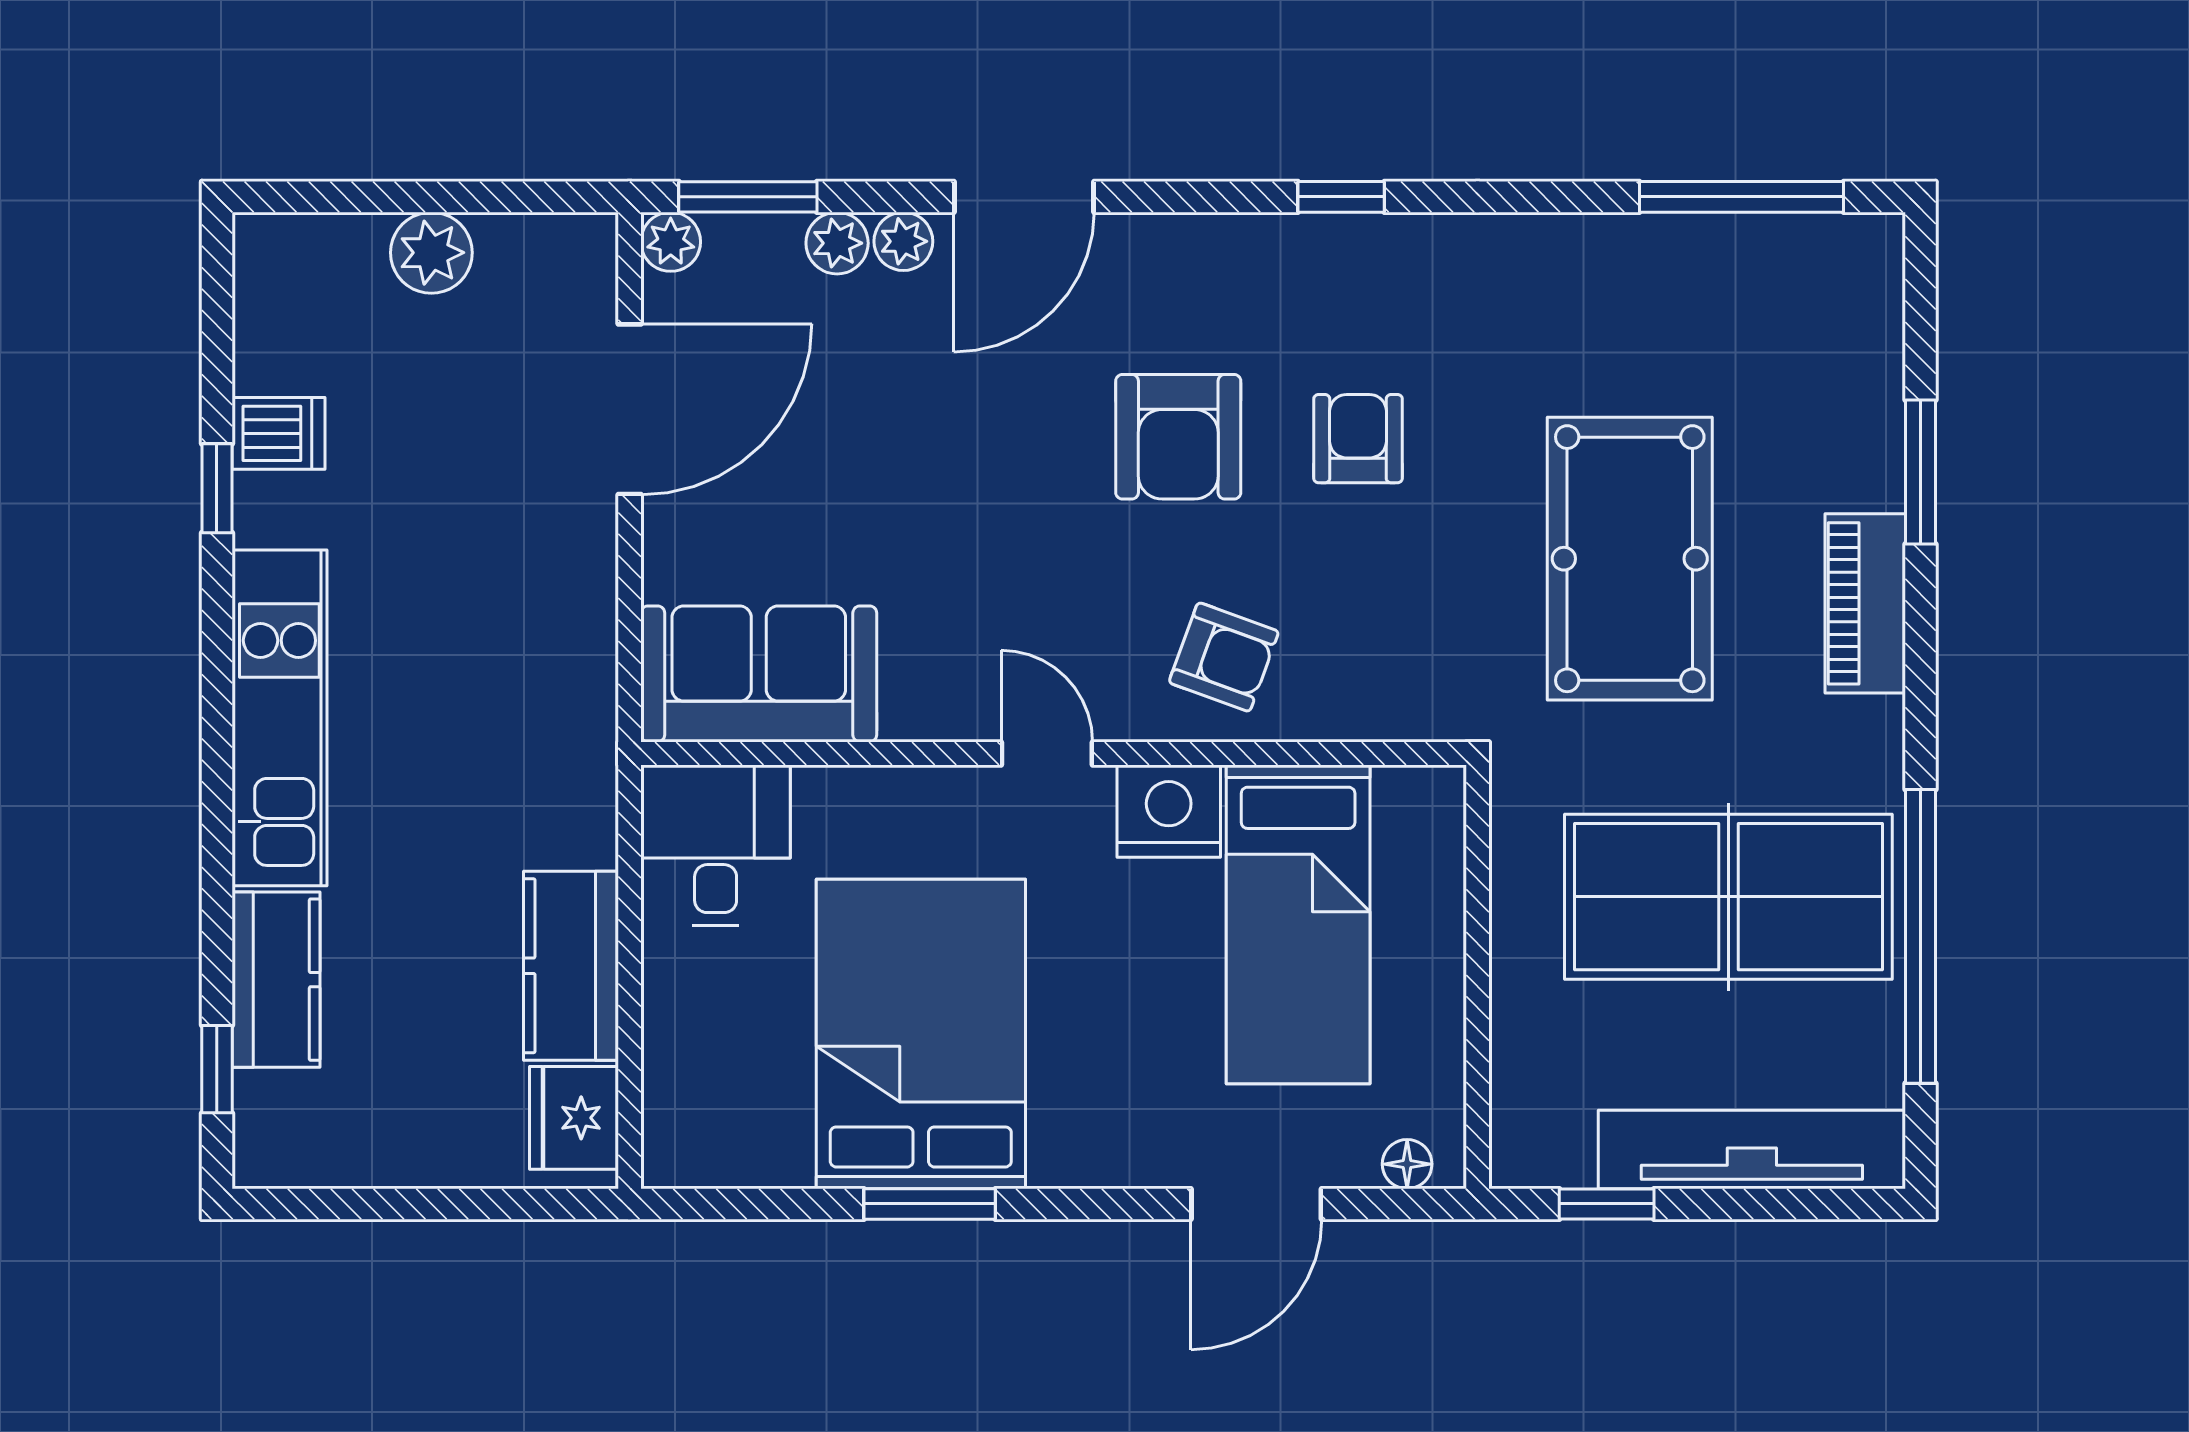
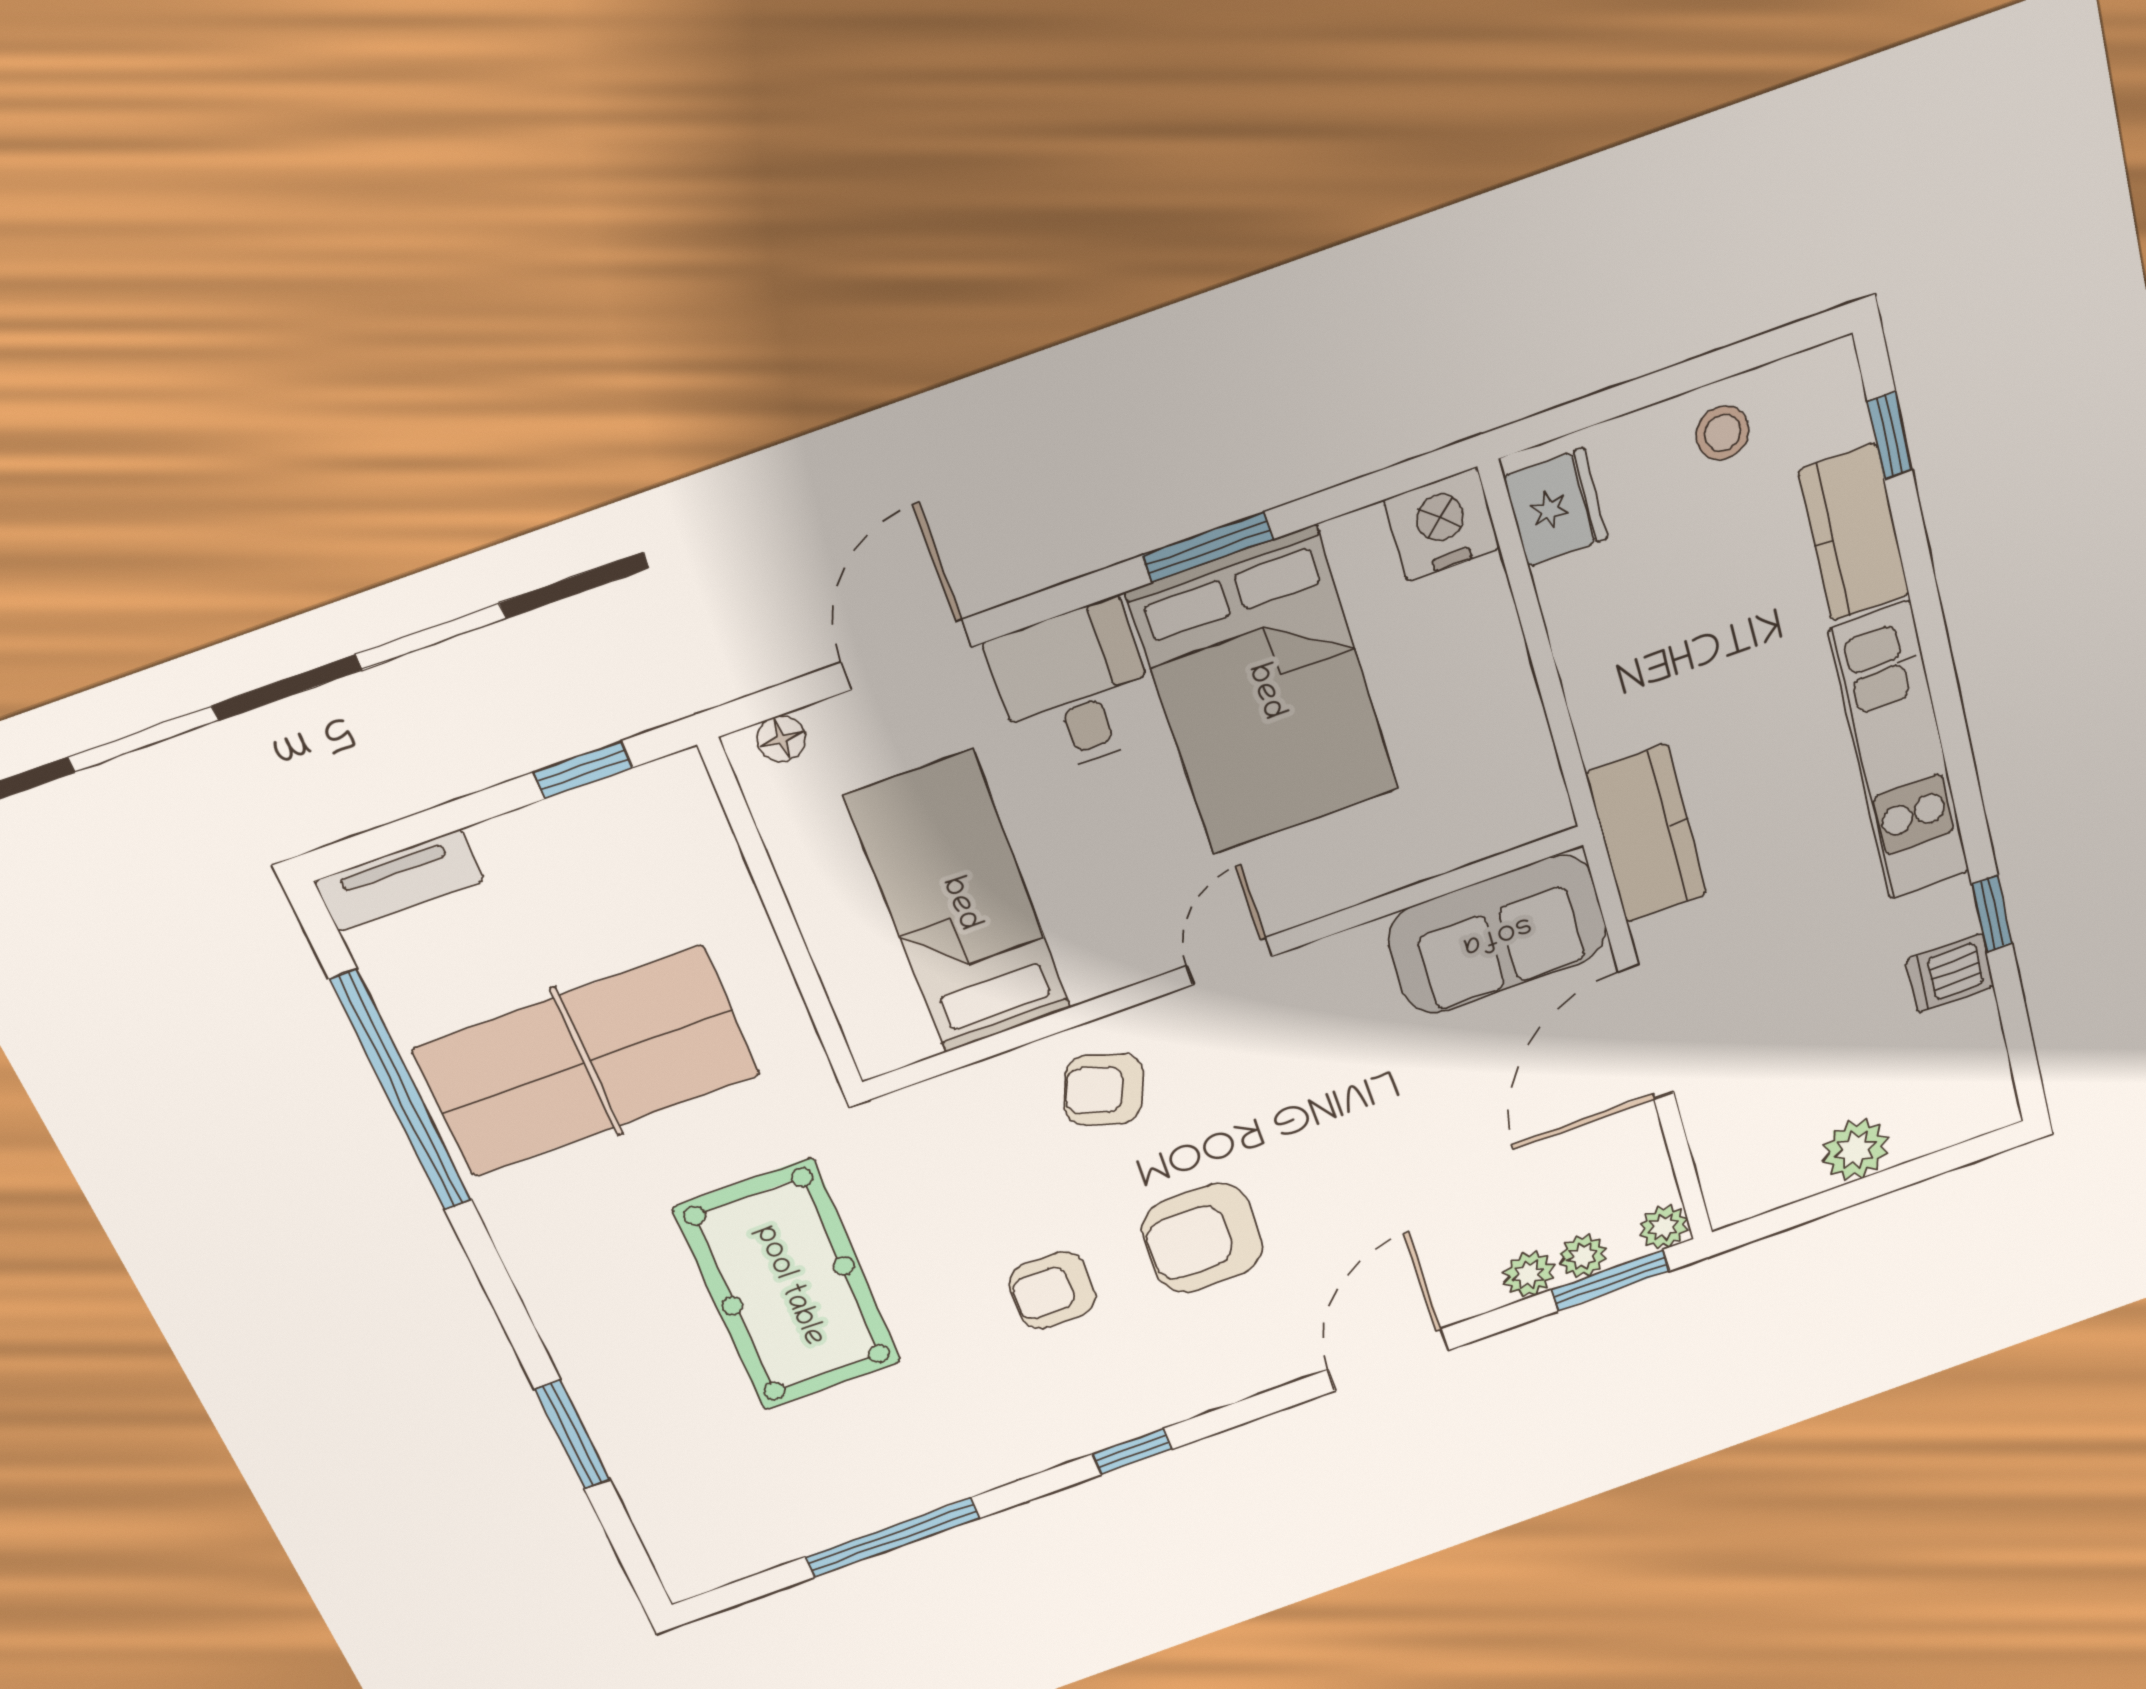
window: (1741, 197) -> (892, 1538), moved
plant: (903, 241) -> (1583, 1256), moved
door: (630, 409) -> (1646, 1032), moved
armchair: (1178, 437) -> (1202, 1238), turned -90
armchair: (1358, 439) -> (1052, 1290), turned 90
piano: (1865, 603) -> (573, 1325), removed
door: (1047, 753) -> (1229, 961), swing flipped
nightstand: (1169, 811) -> (1442, 524), moved, turned 180
desk: (716, 845) -> (1075, 689), moved, turned 180
kitchen counter: (571, 966) -> (1647, 834), moved
stool: (387, 1134) -> (1722, 433), added
tv unit: (1752, 1149) -> (399, 881), width x0.52, depth x0.78

